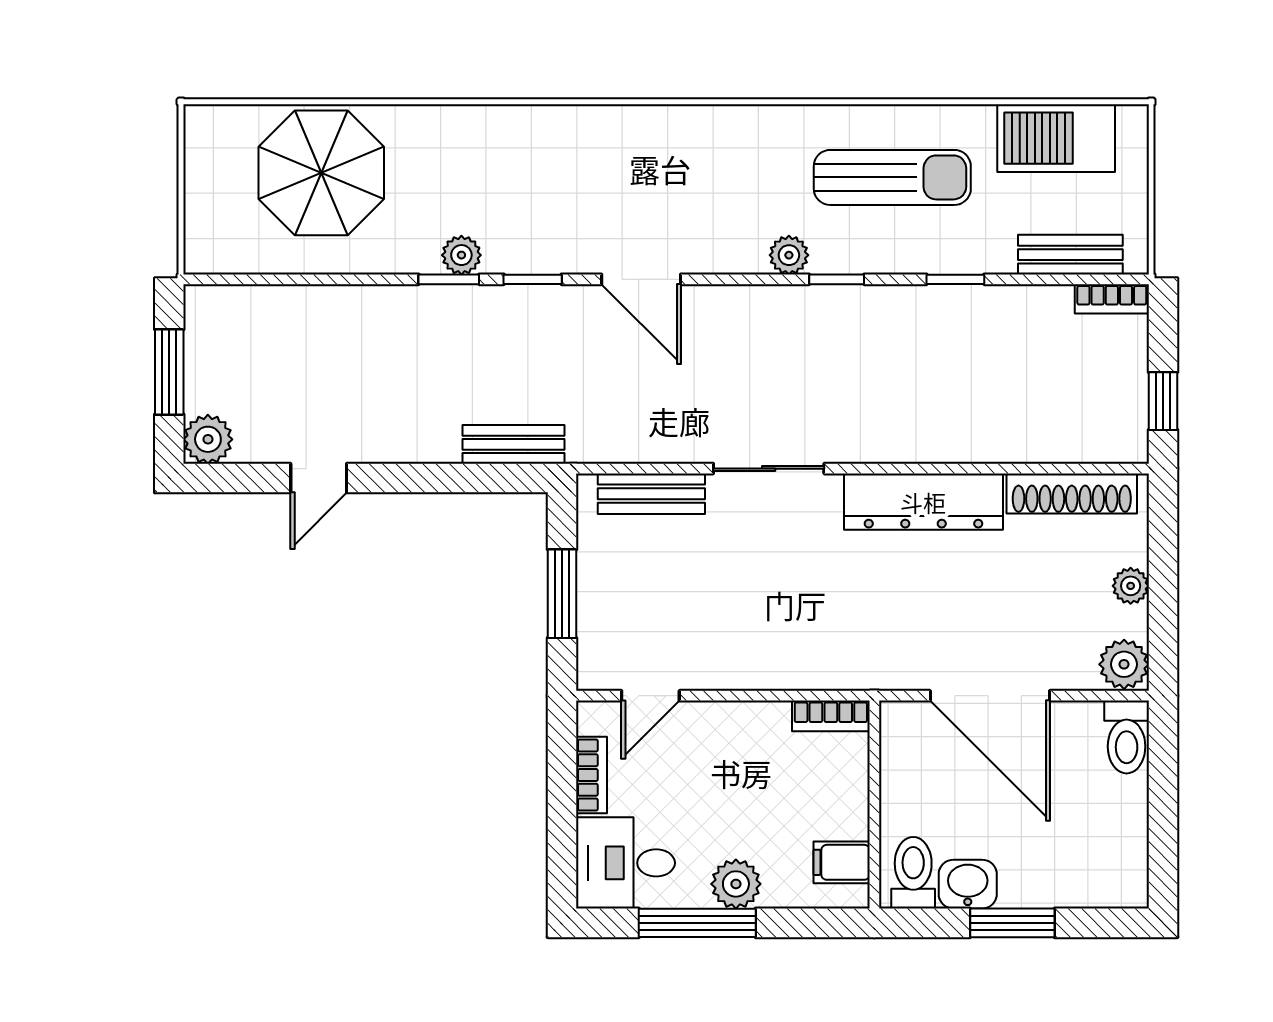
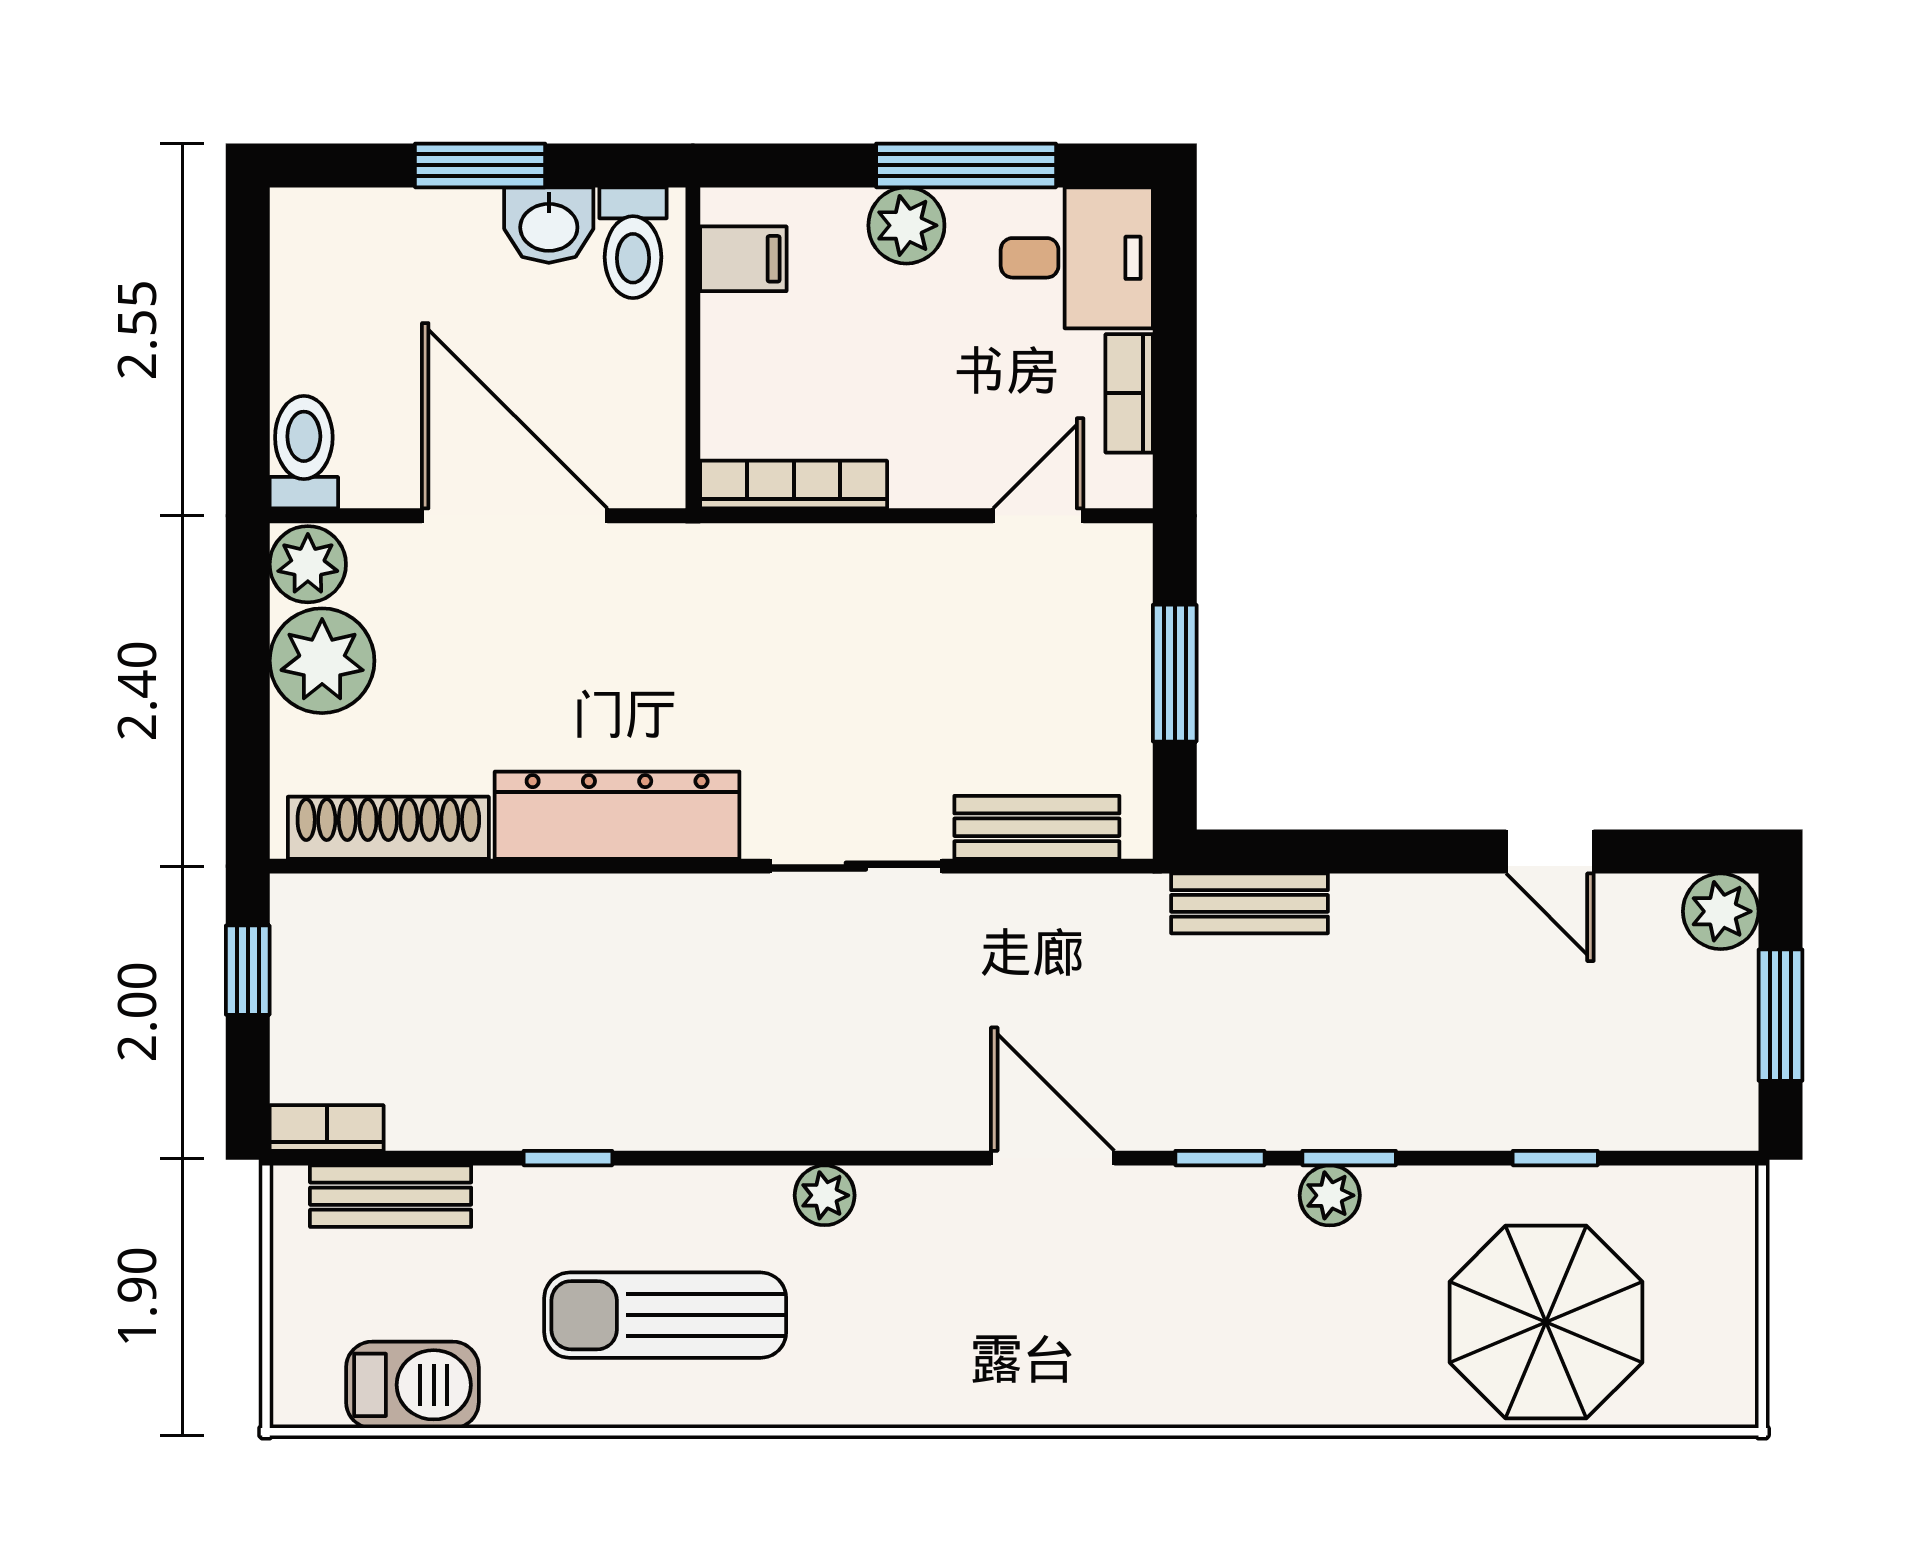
barbecue: (1056, 138) -> (412, 1385), width x0.73, depth x0.83
window: (837, 279) -> (1555, 1158), moved
door: (319, 478) -> (1550, 852), swing flipped
plant: (1131, 586) -> (322, 661), width x1.87, depth x1.87
bookcase: (831, 716) -> (794, 485), width x1.56

